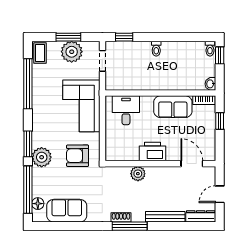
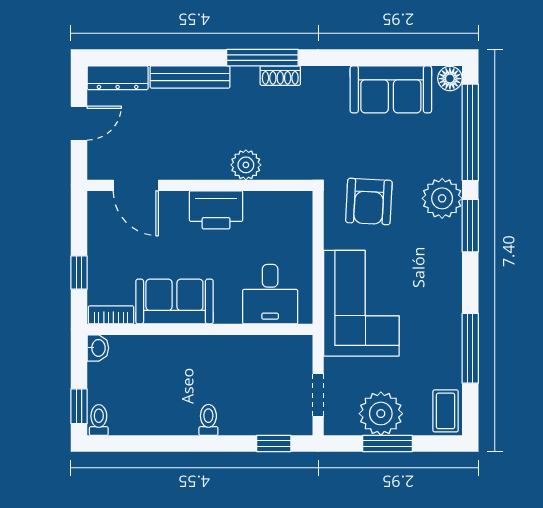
window: (28, 84) -> (470, 348), width x0.68
armchair: (78, 156) -> (369, 201), turned 93
floor lamp: (38, 204) -> (450, 79), moved

